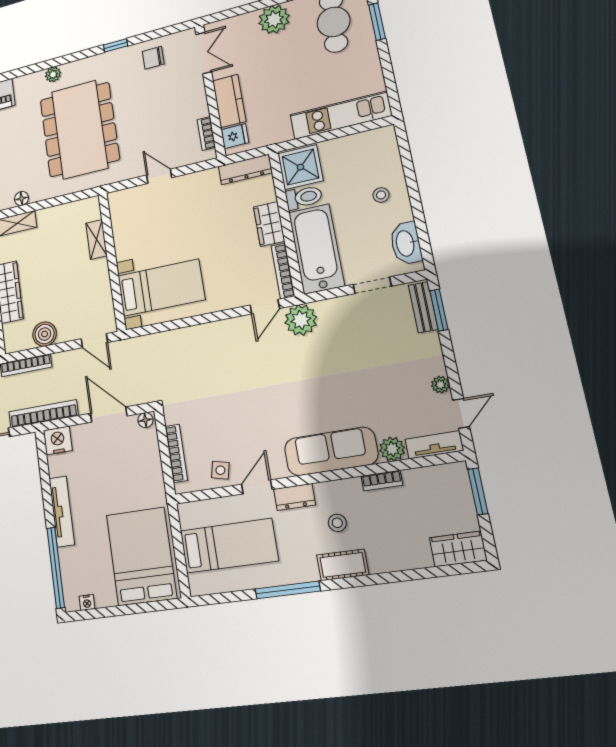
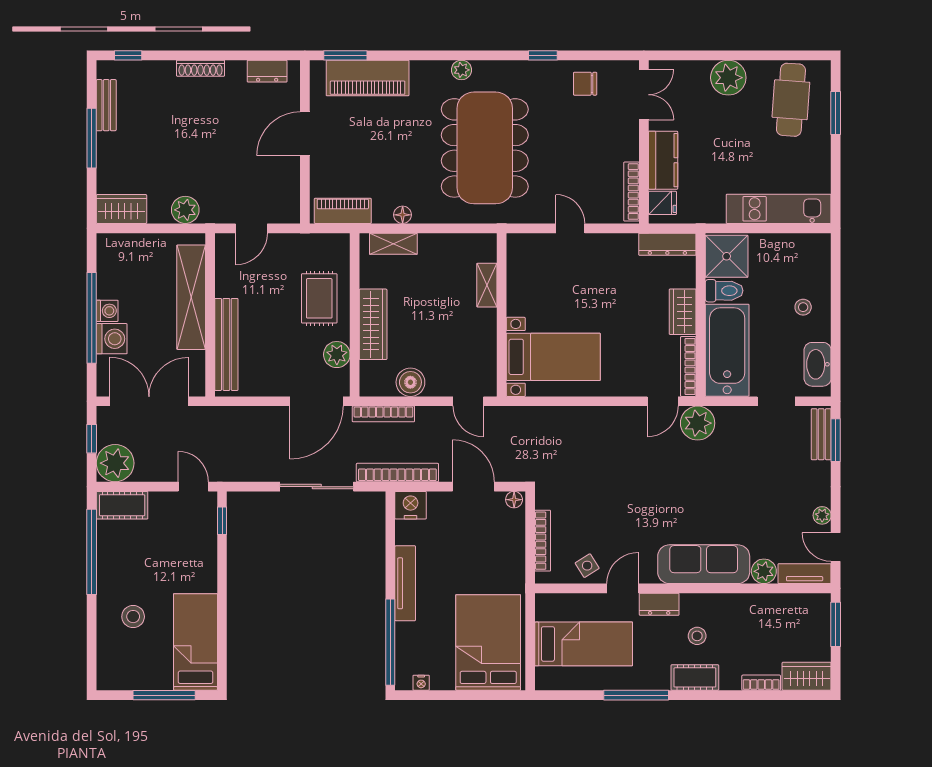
bookcase: (206, 133) -> (631, 192), width x1.56
door: (461, 413) -> (836, 547), swing flipped
side table: (220, 470) -> (587, 566), turned 45
bookcase: (382, 481) -> (761, 683), moved, turned 180

